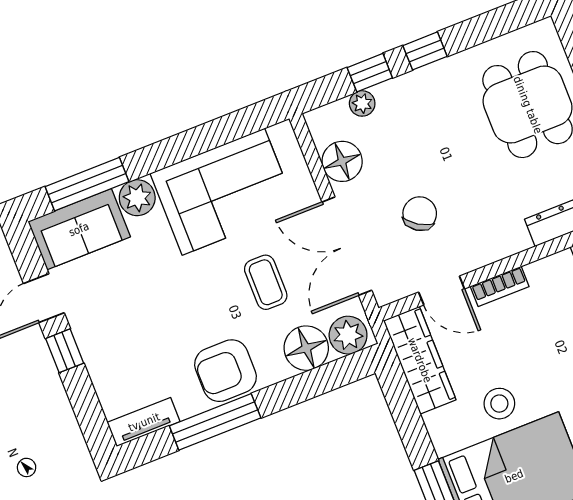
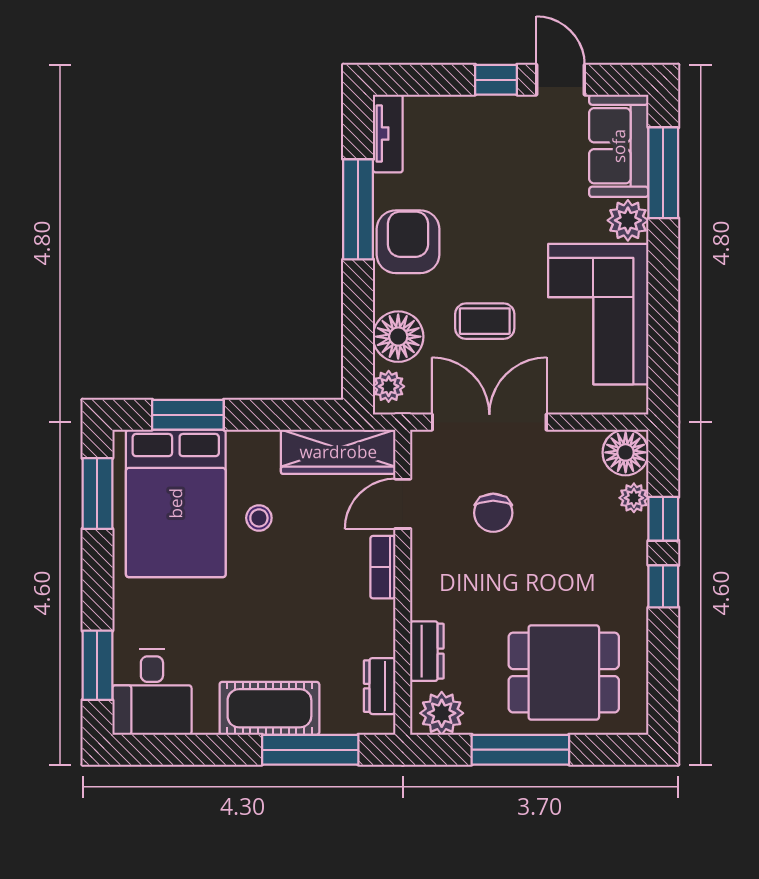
floor lamp: (342, 161) -> (626, 452), moved
chair: (420, 214) -> (493, 513), turned 57
plant: (348, 335) -> (389, 386), width x0.73, depth x0.73
stool: (499, 404) -> (259, 518), width x0.73, depth x0.73

